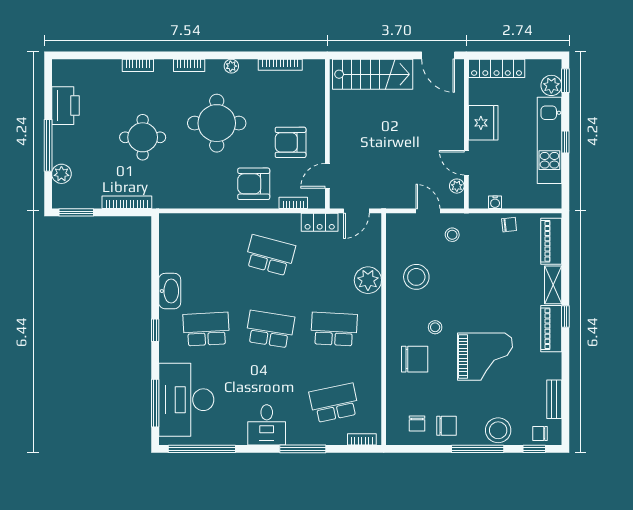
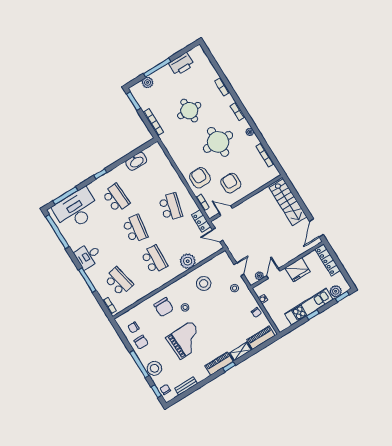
washbasin: (170, 291) -> (136, 161), moved
grand piano: (485, 357) -> (186, 340), turned -92

